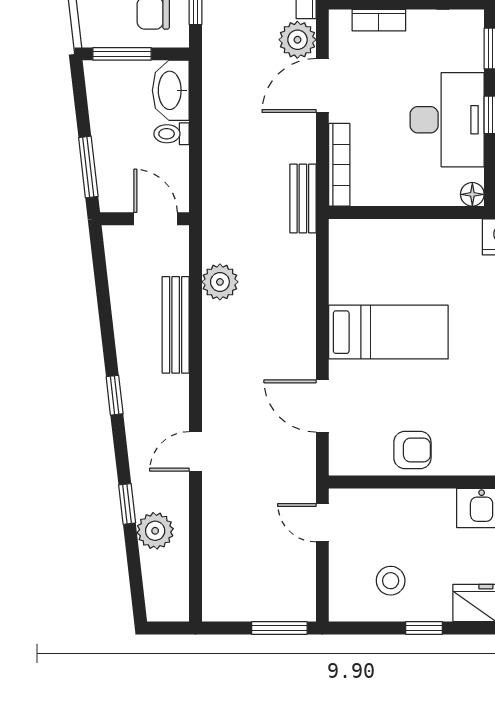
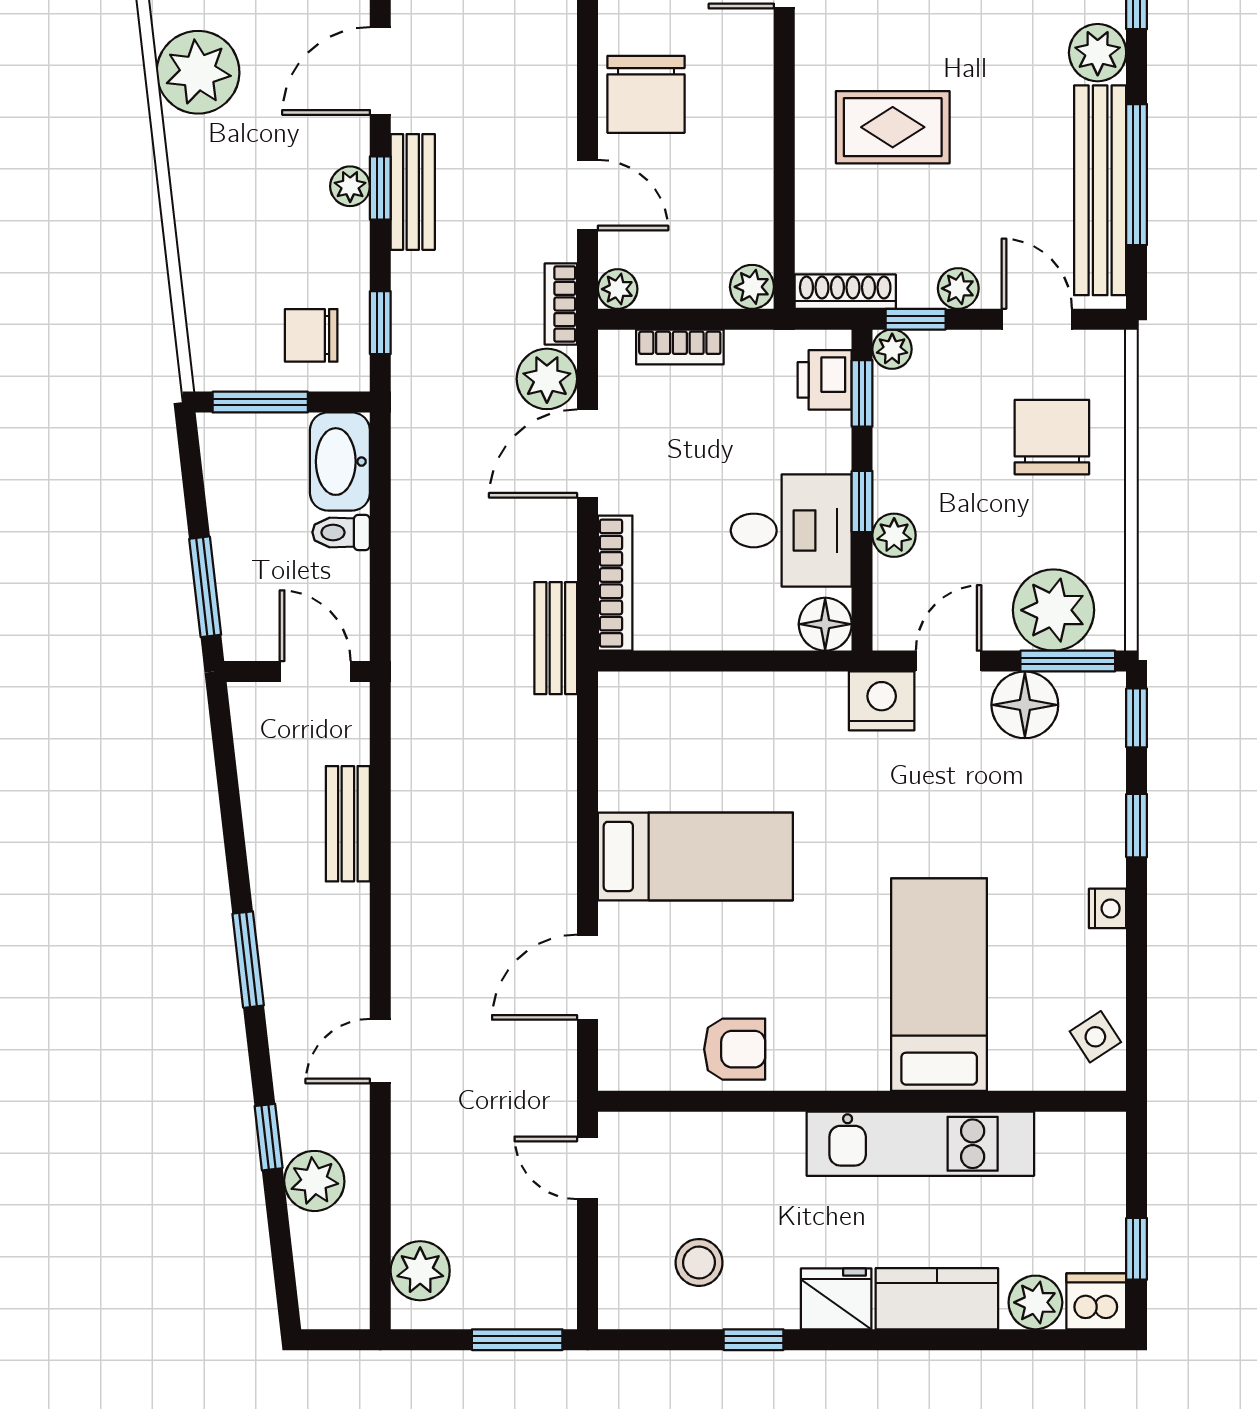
printer: (468, 40) -> (825, 380), added
desk: (447, 120) -> (791, 530), width x0.73
floor lamp: (472, 194) -> (825, 624), width x1.37, depth x1.37
plant: (220, 282) -> (420, 1271), moved
bench: (176, 325) -> (348, 824), width x0.73
window: (115, 395) -> (248, 960), width x1.50
door: (322, 406) -> (587, 977), hinge flipped

